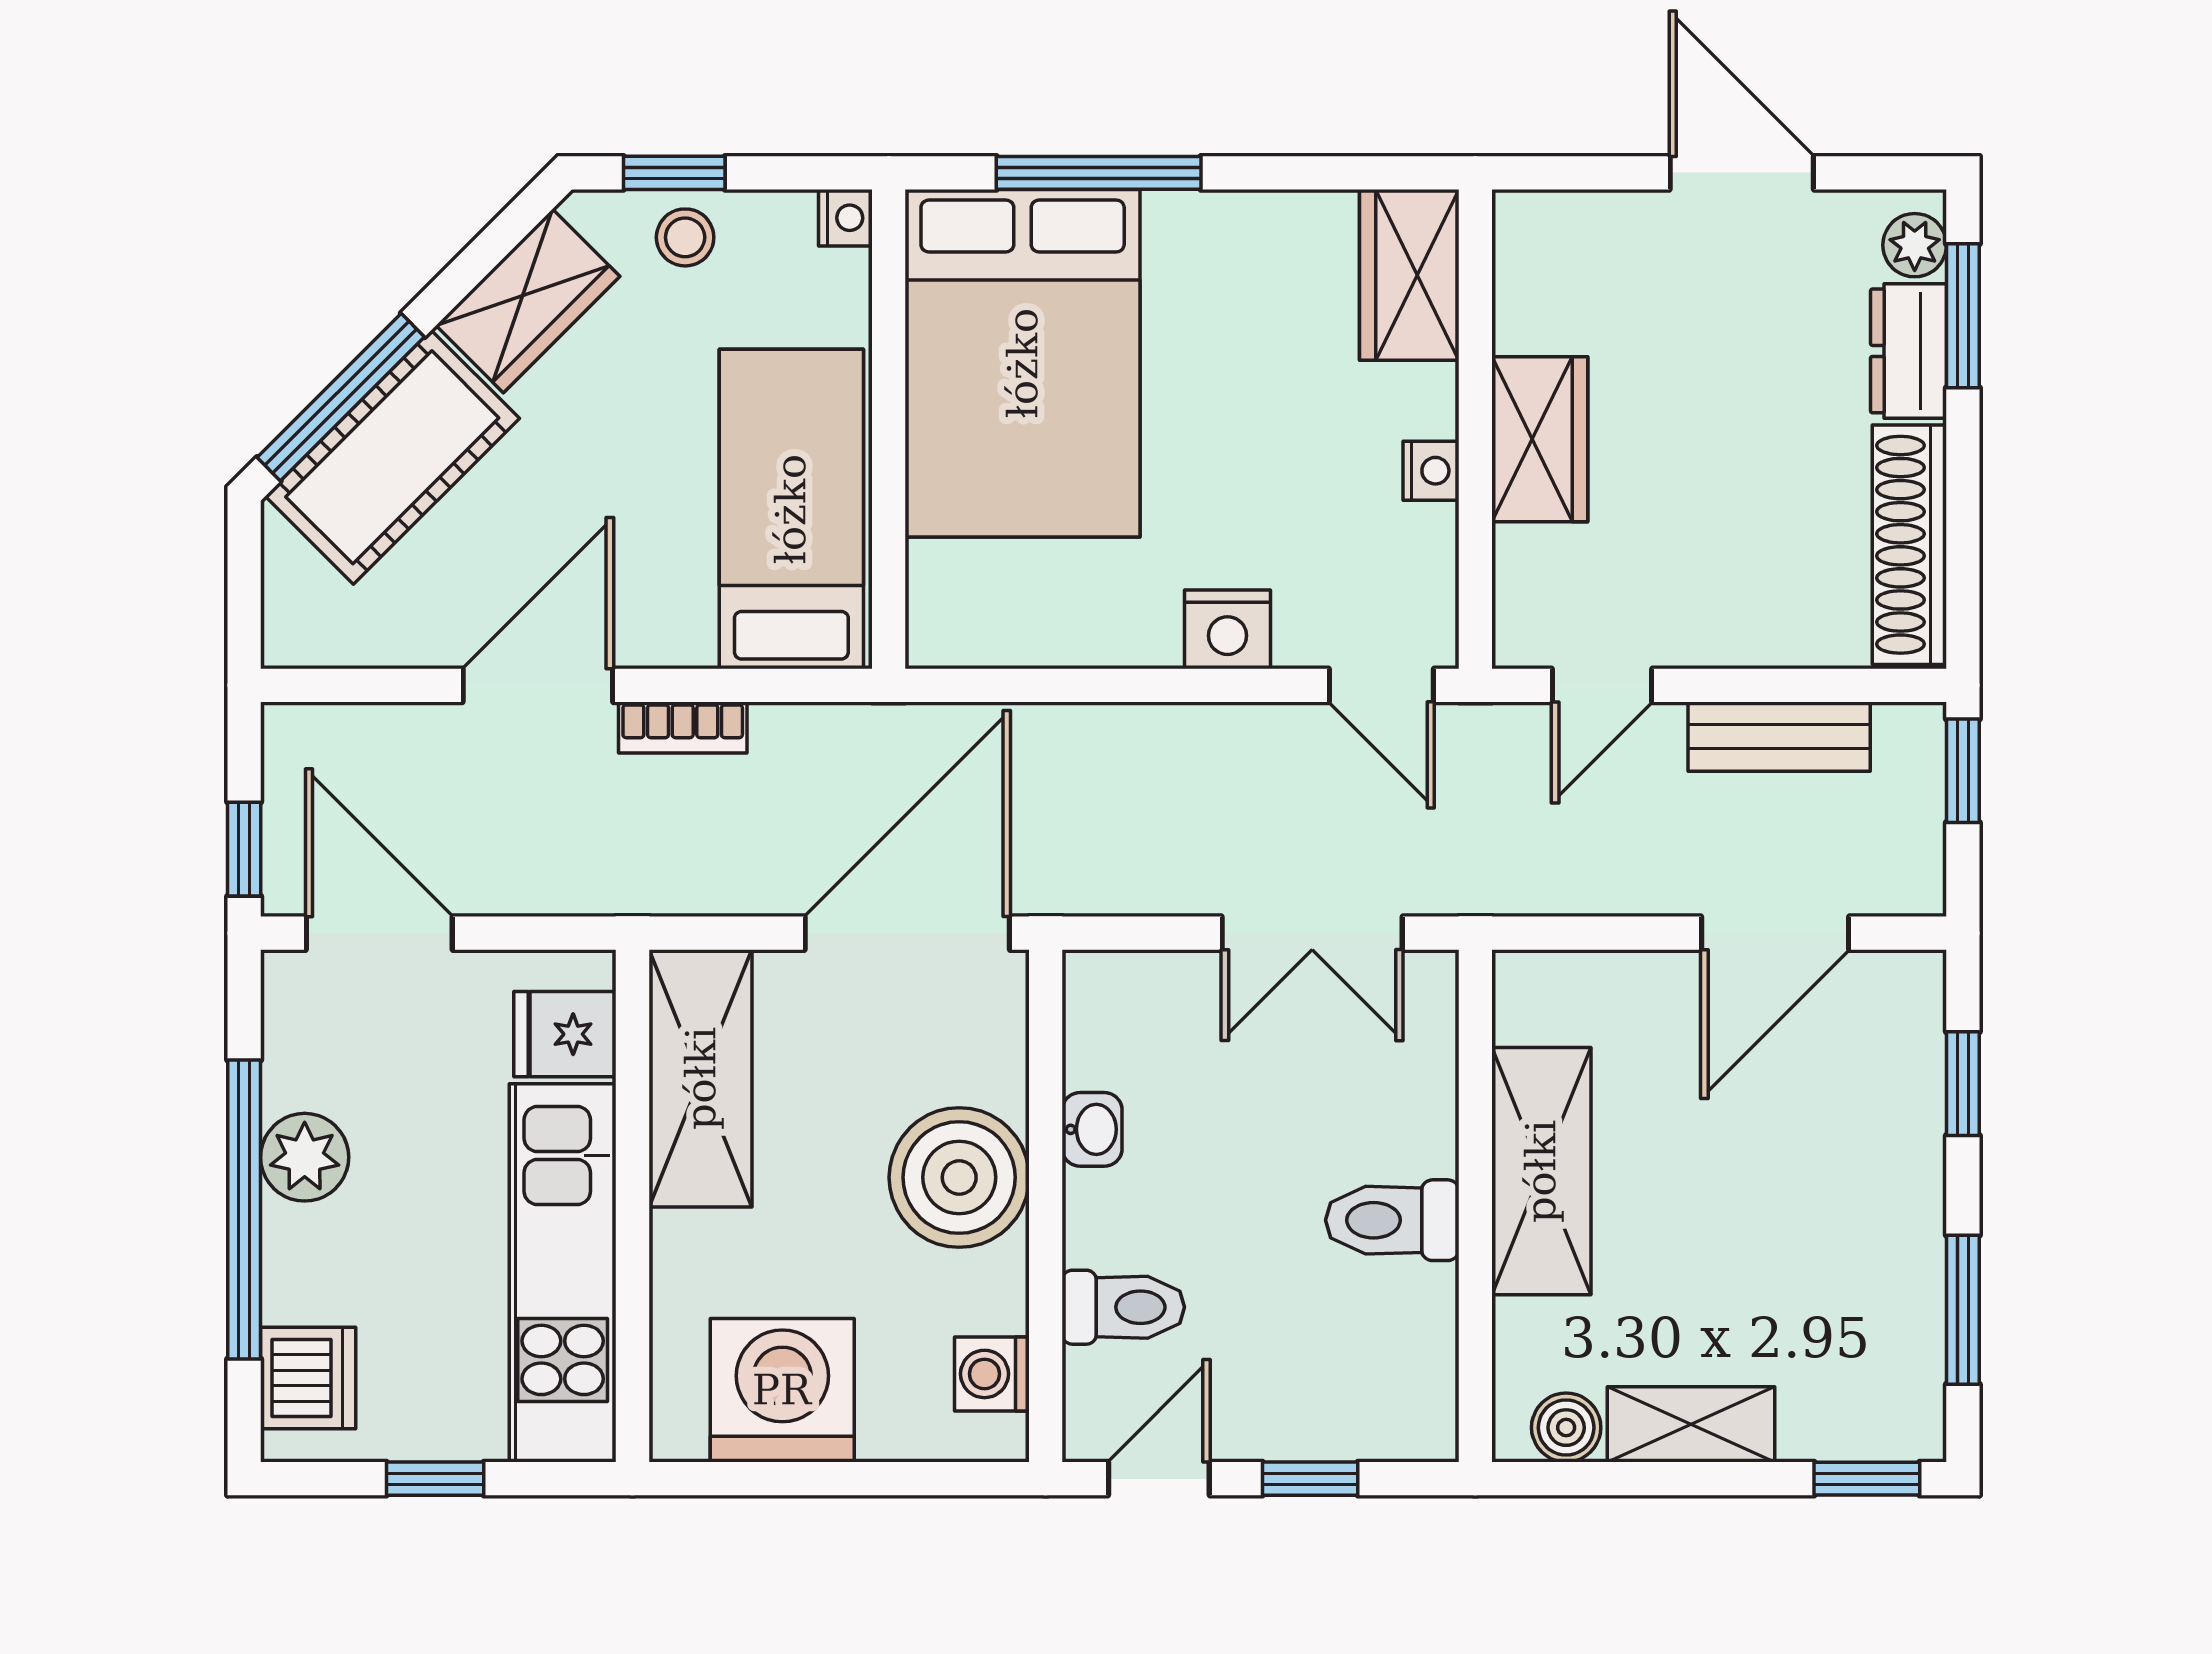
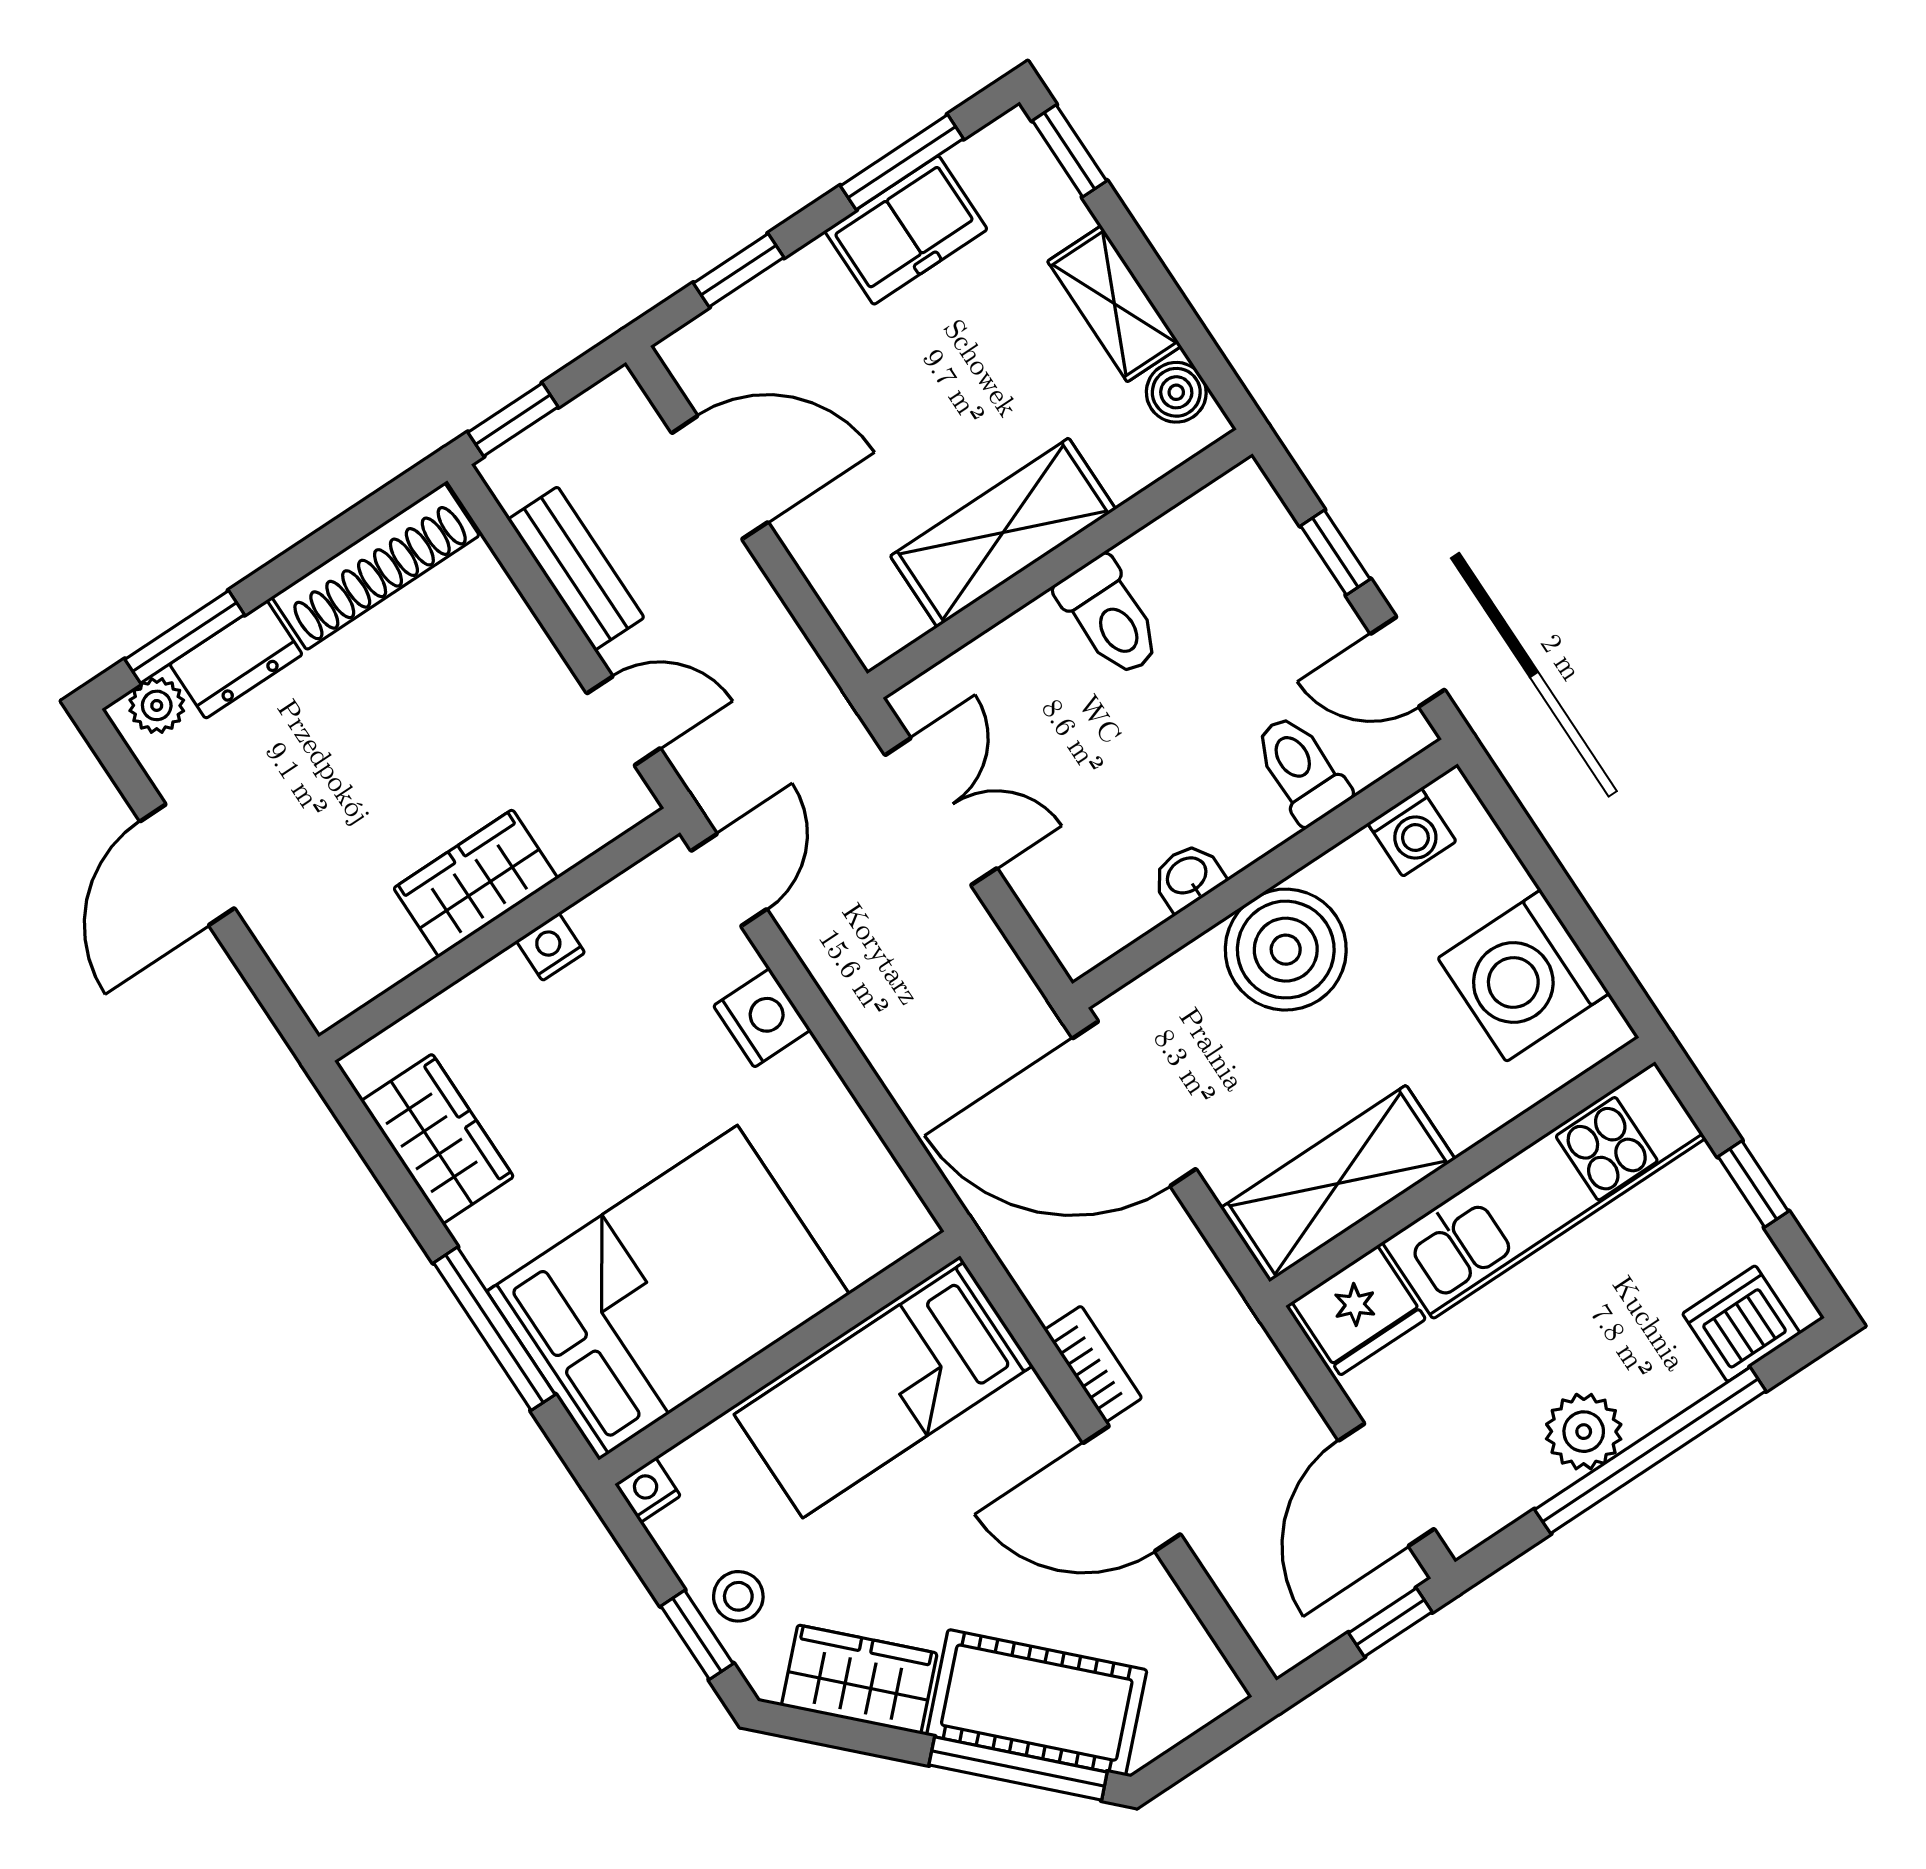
wardrobe: (1409, 275) -> (437, 1139), moved, turned -90
fridge: (565, 1034) -> (1359, 1310), width x1.38
freezer: (1895, 1270) -> (906, 230), added

